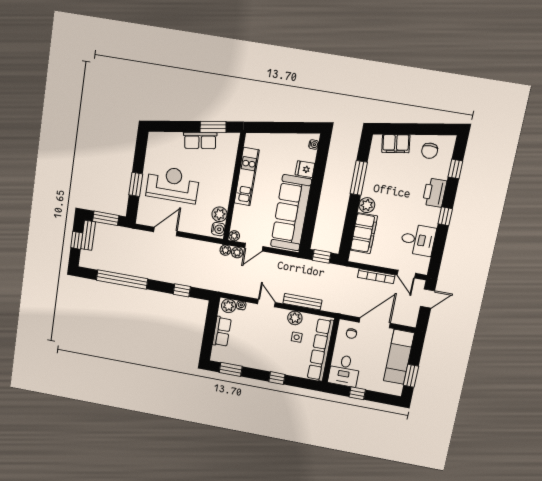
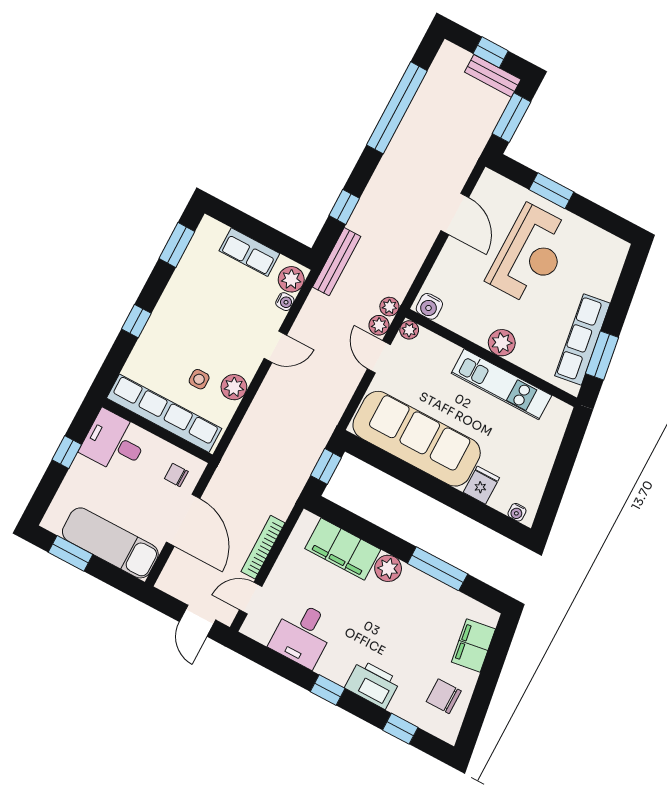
row of seats: (200, 141) -> (582, 340), width x1.48
plant: (220, 214) -> (502, 343), moved
bench: (302, 302) -> (337, 262), moved

